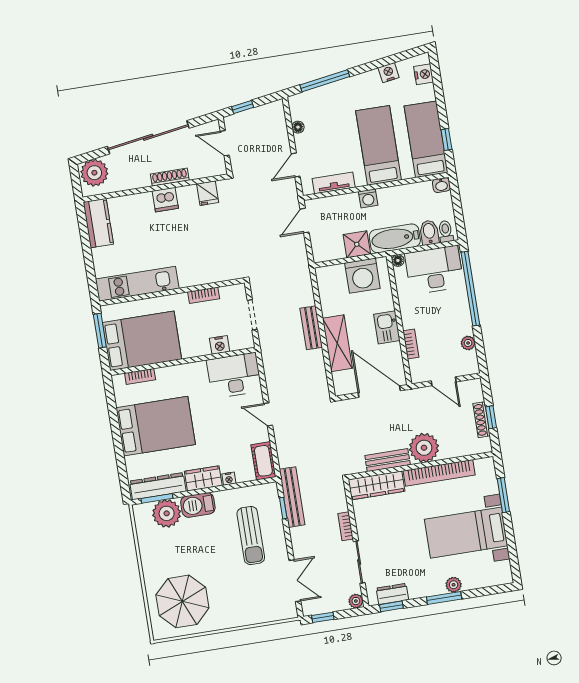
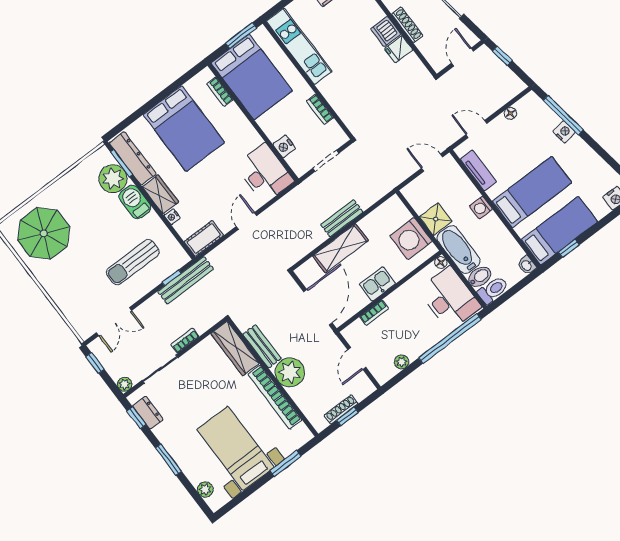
nightstand: (389, 73) -> (564, 132), moved
fridge: (208, 193) -> (399, 49), moved
toilet: (446, 231) -> (493, 290), width x1.37, depth x1.39
plant: (454, 585) -> (205, 489), moved

